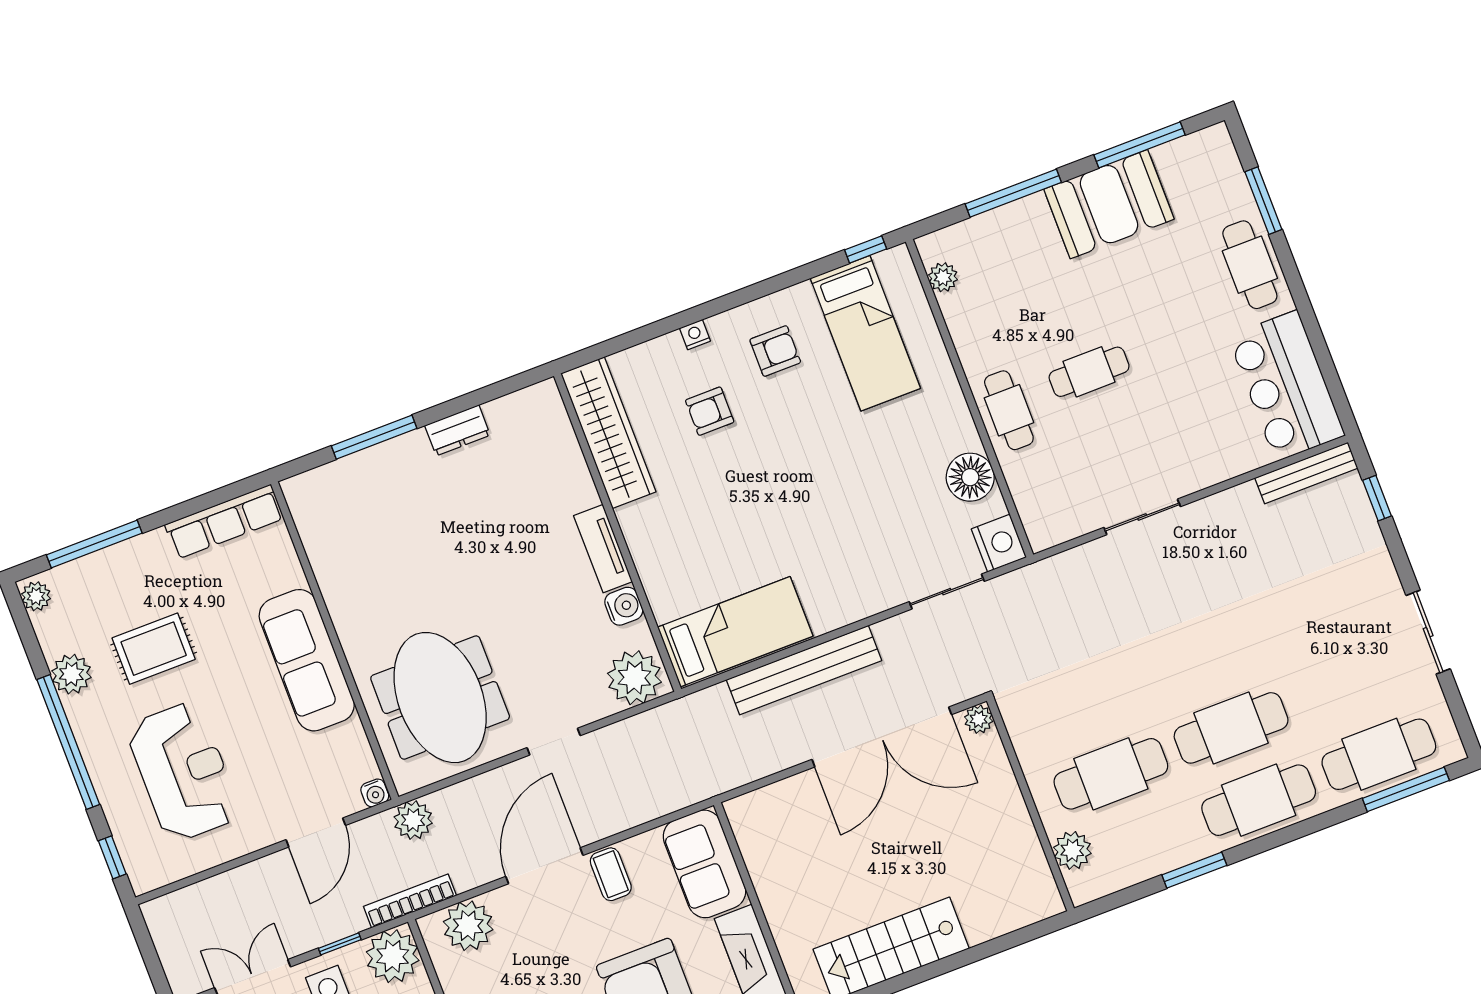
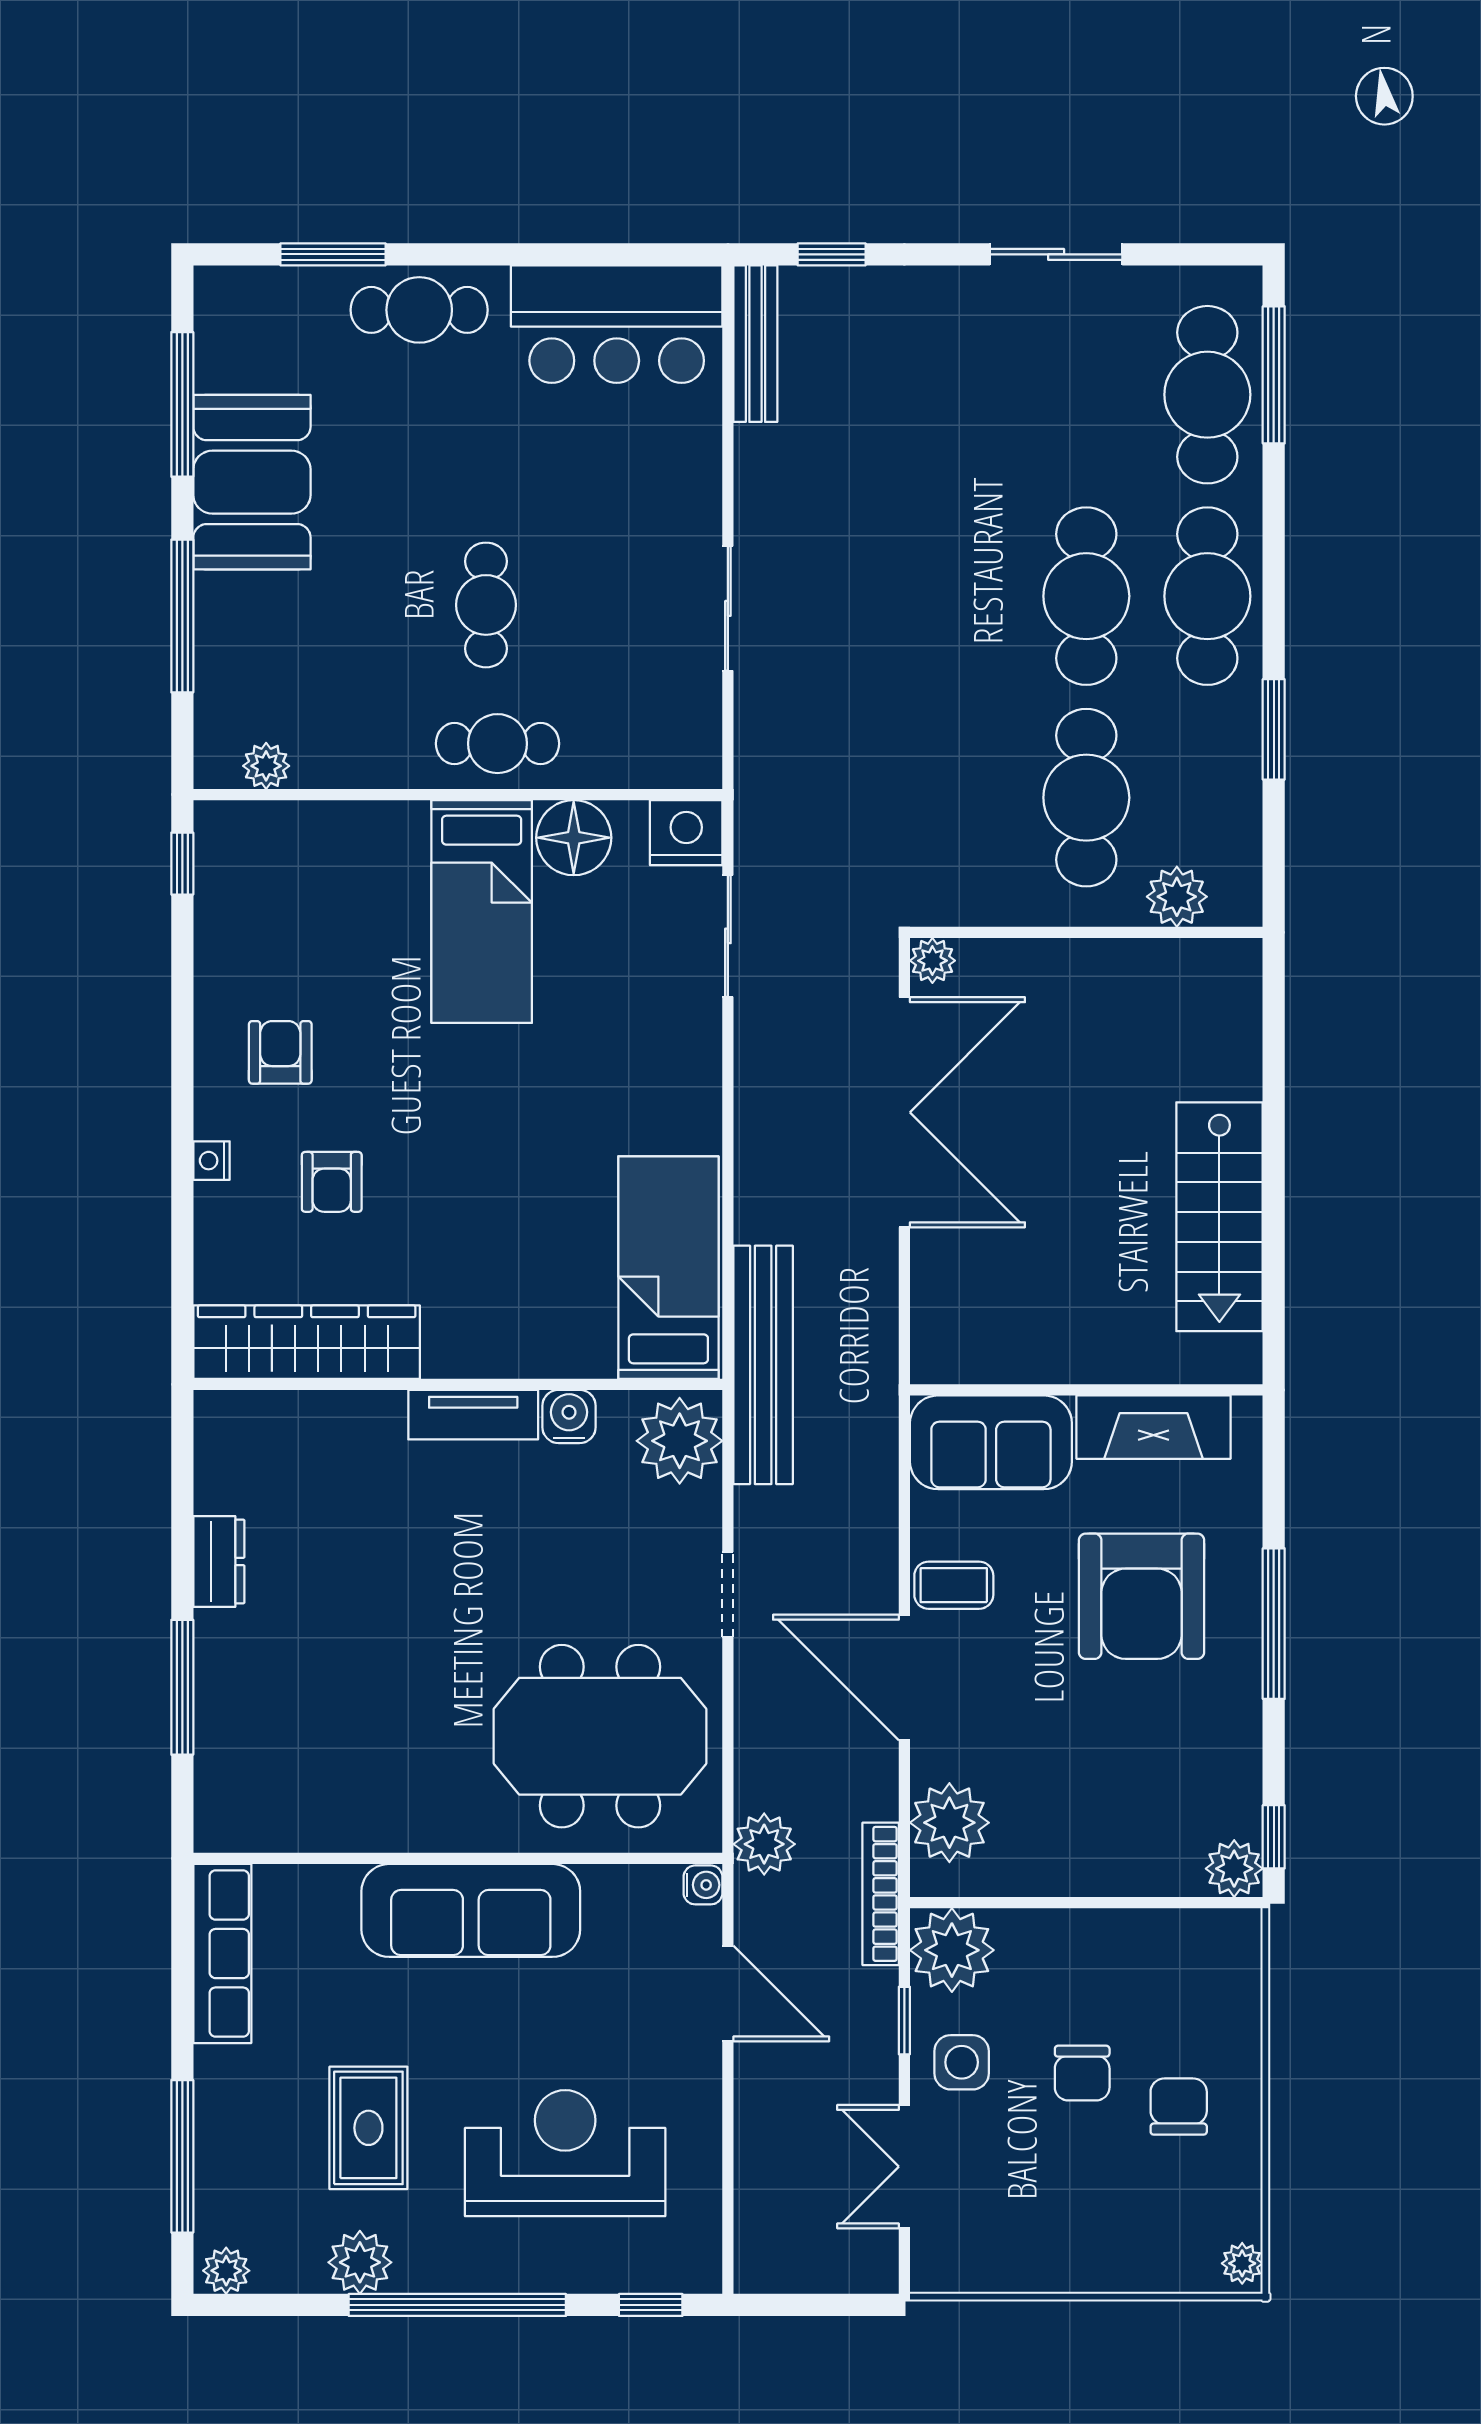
bed: (865, 333) -> (482, 912), moved, turned 90
bench: (804, 670) -> (763, 1365), moved

